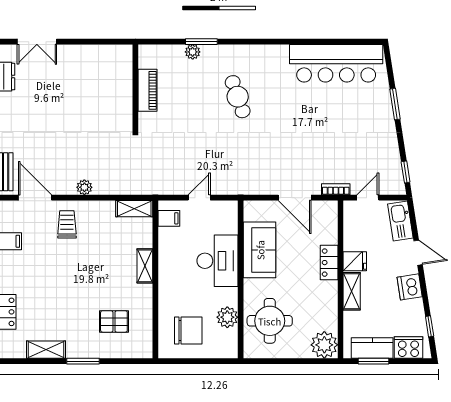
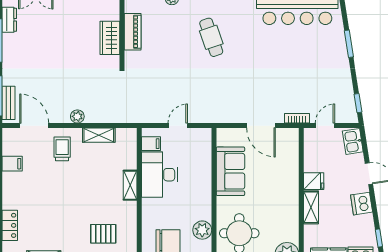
wardrobe: (122, 97) -> (110, 38), added
shelving: (134, 209) -> (99, 135), moved
kitchen sink: (400, 221) -> (353, 141), width x0.73
desk: (218, 261) -> (160, 175), moved, turned 180
locker: (329, 263) -> (291, 182), removed

